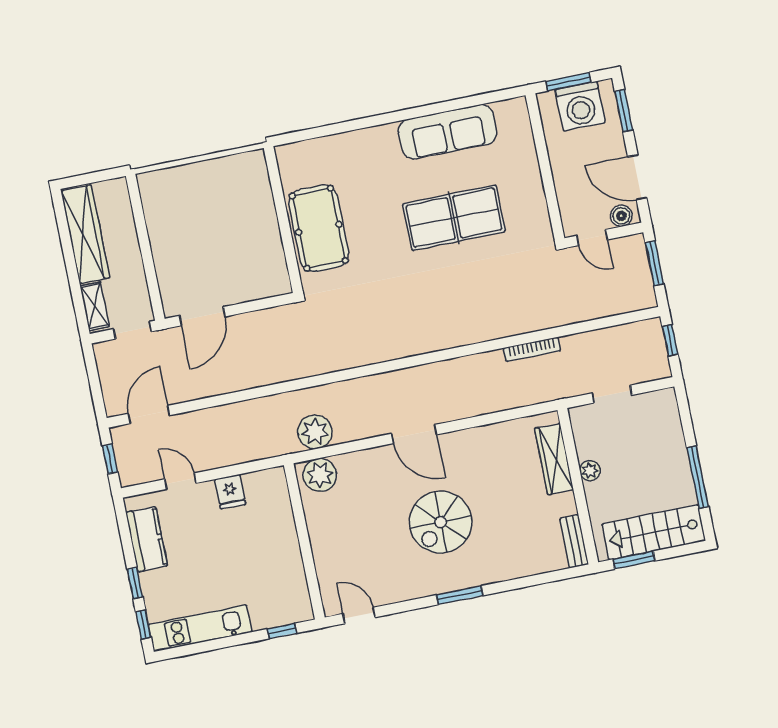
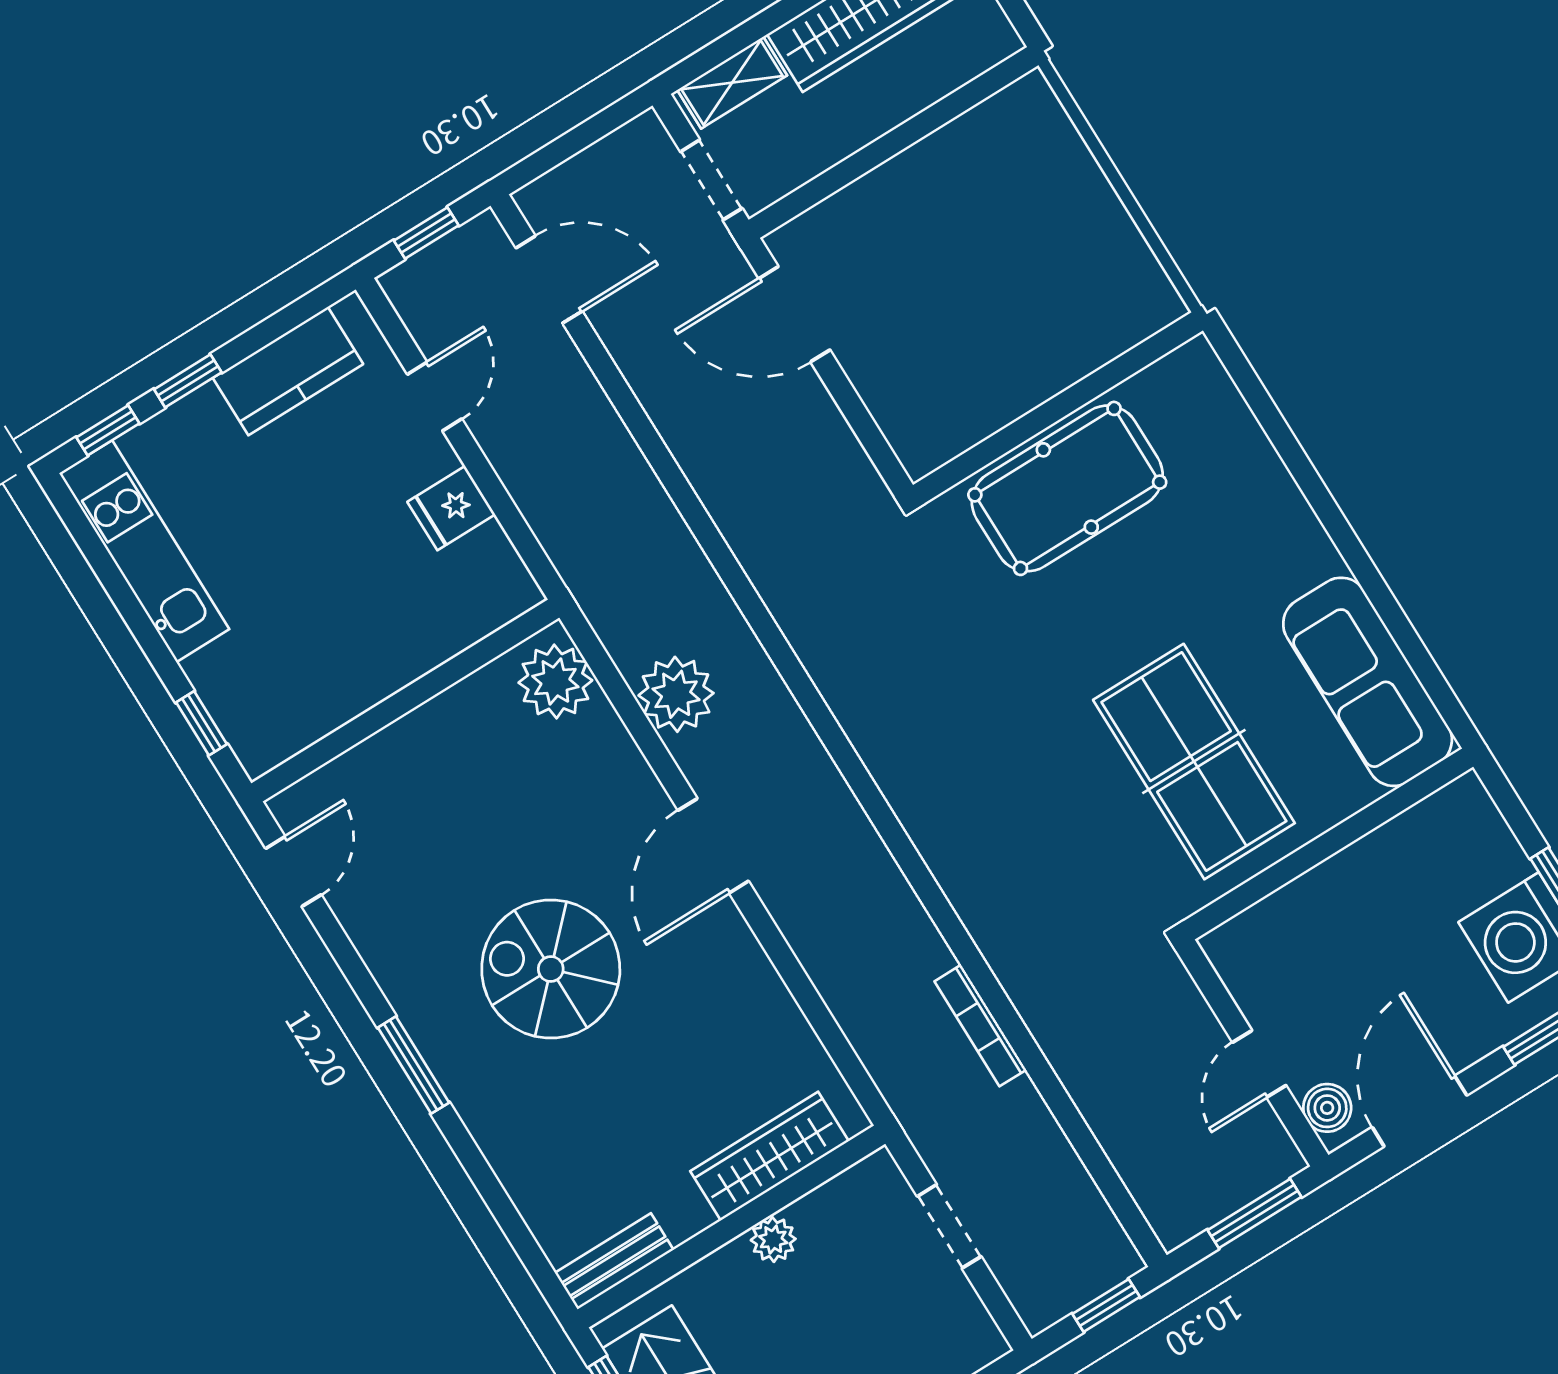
wall: (545, 167) -> (1328, 844), moved
plant: (315, 432) -> (676, 694), moved

